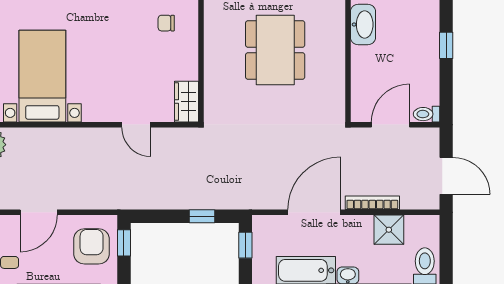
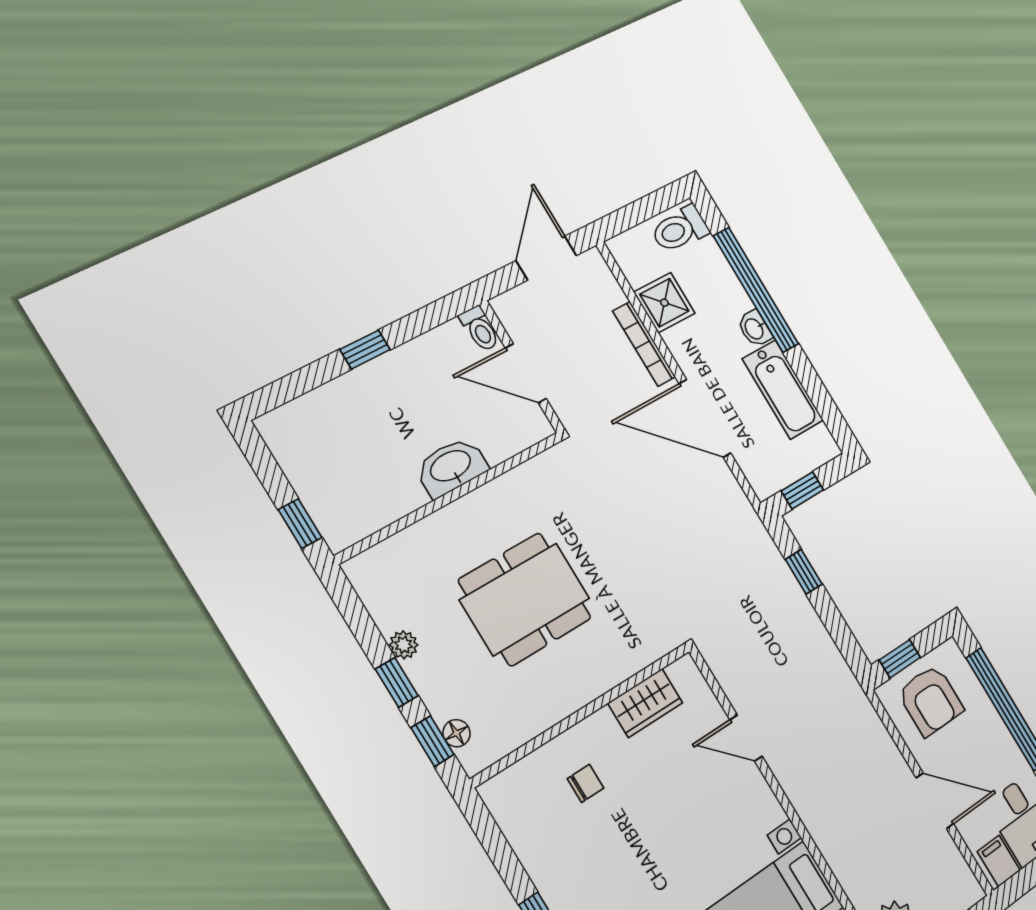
chair: (166, 23) -> (585, 783), turned -90
washbasin: (363, 24) -> (451, 467), moved
wardrobe: (187, 102) -> (645, 703), moved
door: (136, 125) -> (746, 738), swing flipped
armchair: (92, 246) -> (931, 700), turned -90

